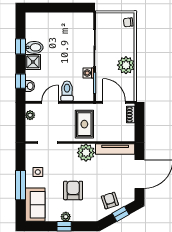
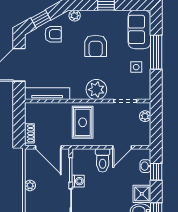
plant: (126, 65) -> (30, 185), width x0.53, depth x0.53
plant: (30, 115) -> (145, 116), moved
plant: (86, 153) -> (96, 90), moved
armchair: (110, 201) -> (53, 34), turned -72
plant: (66, 217) -> (75, 16), moved

